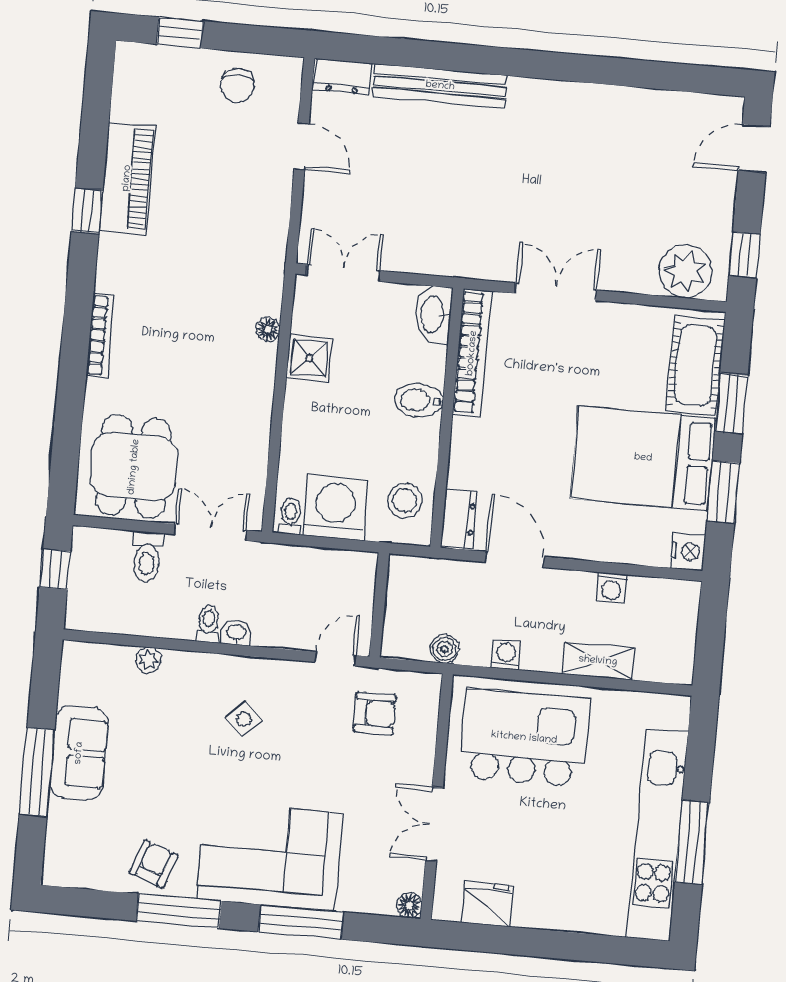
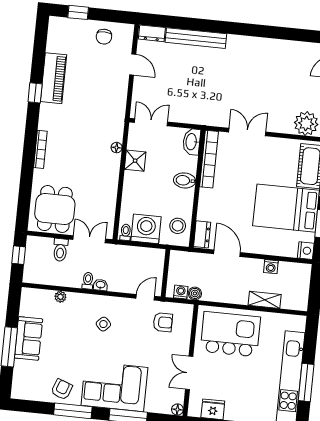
washing machine: (506, 655) -> (181, 292), moved

